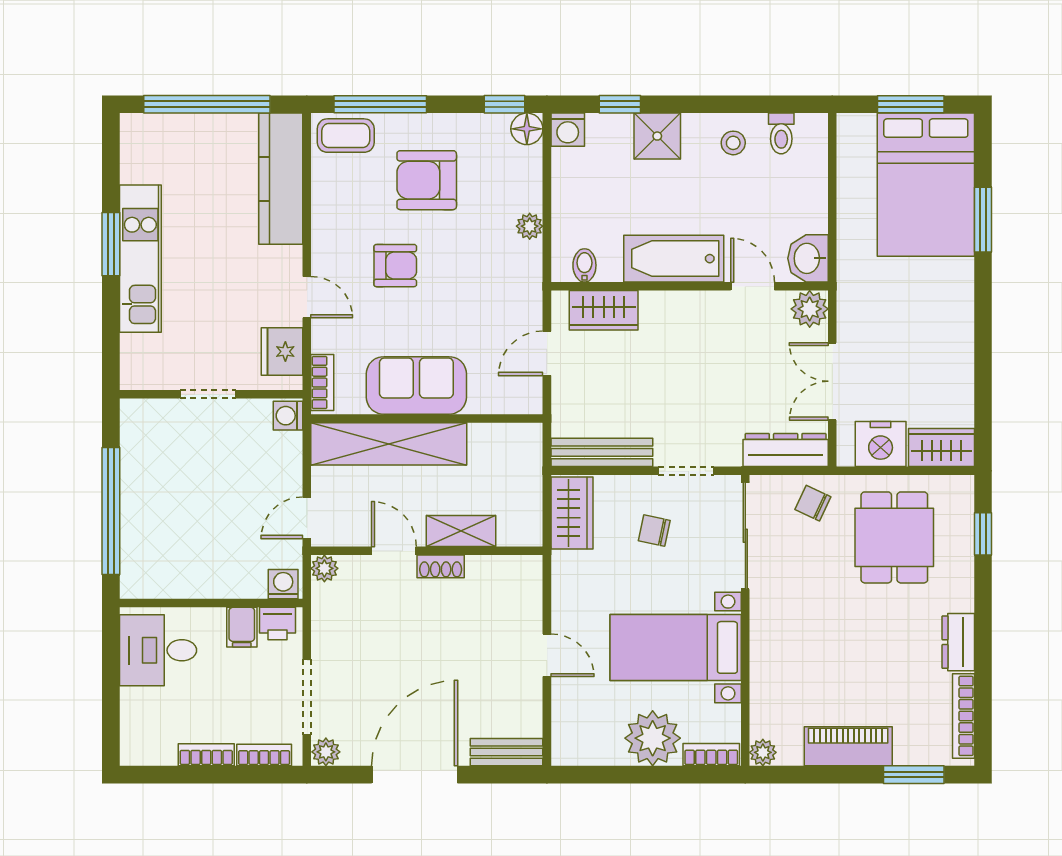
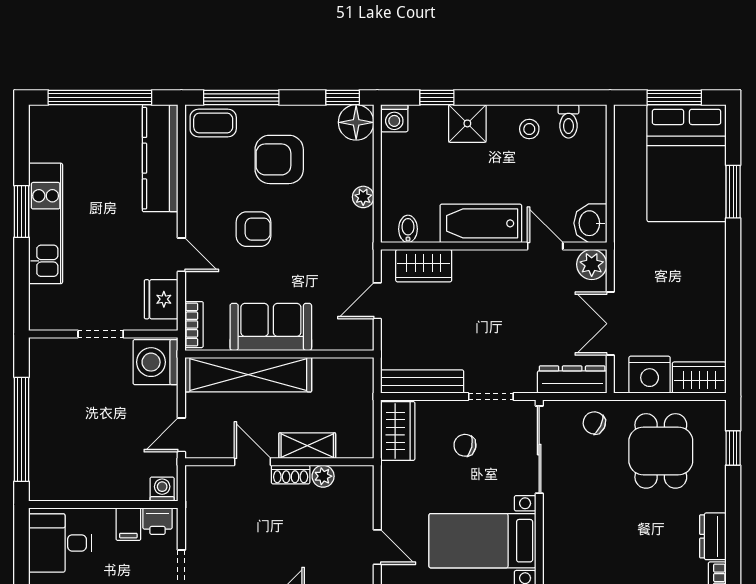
floor lamp: (527, 129) -> (356, 122), width x1.38, depth x1.38
washing machine: (288, 416) -> (156, 362), width x1.89, depth x1.89
plant: (324, 568) -> (323, 476), moved

